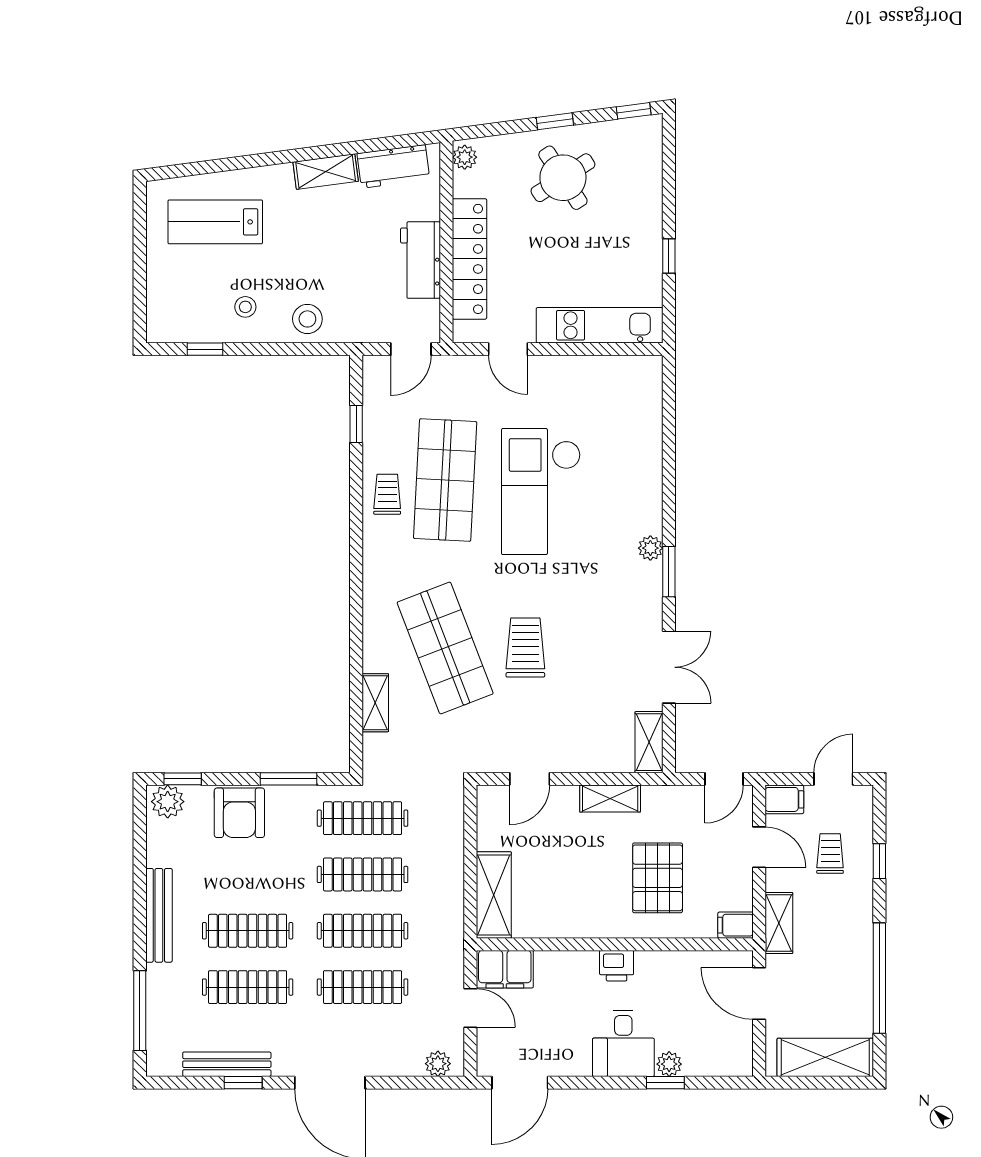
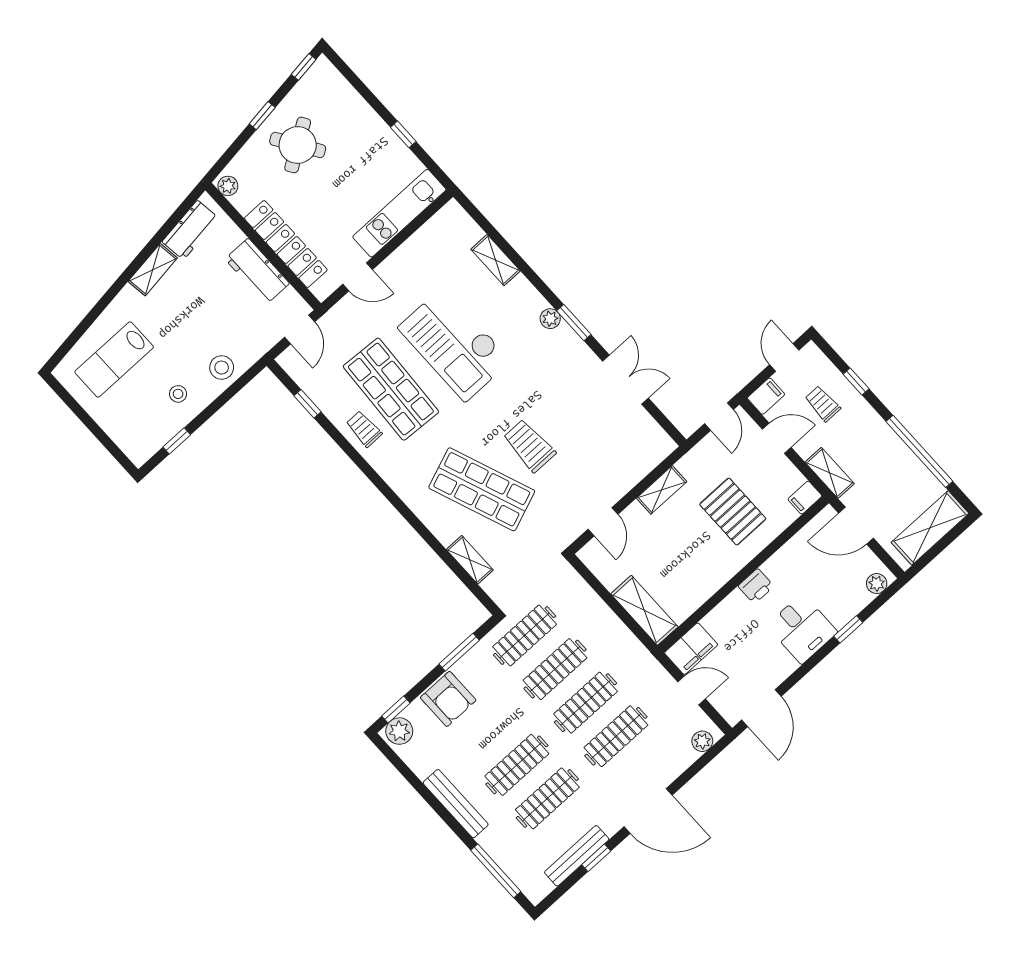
shelving: (649, 742) -> (496, 260), moved
plant: (669, 1064) -> (877, 584), moved

